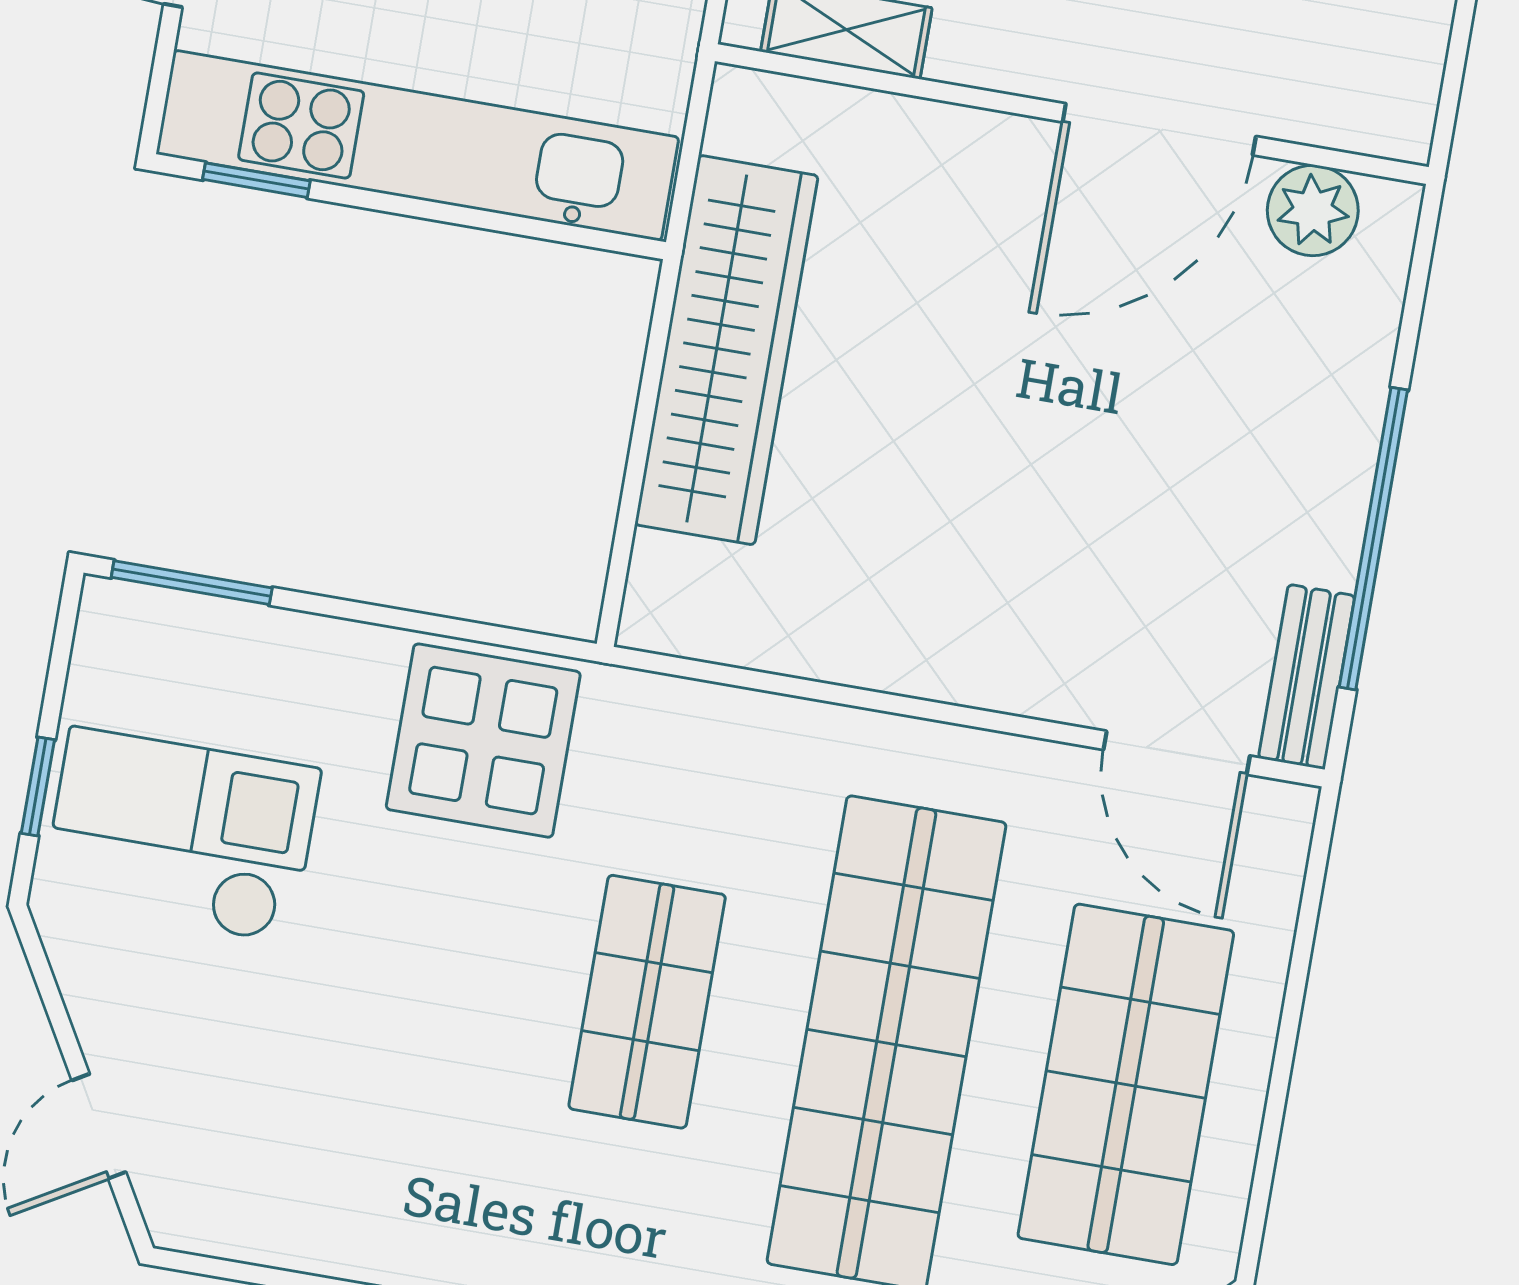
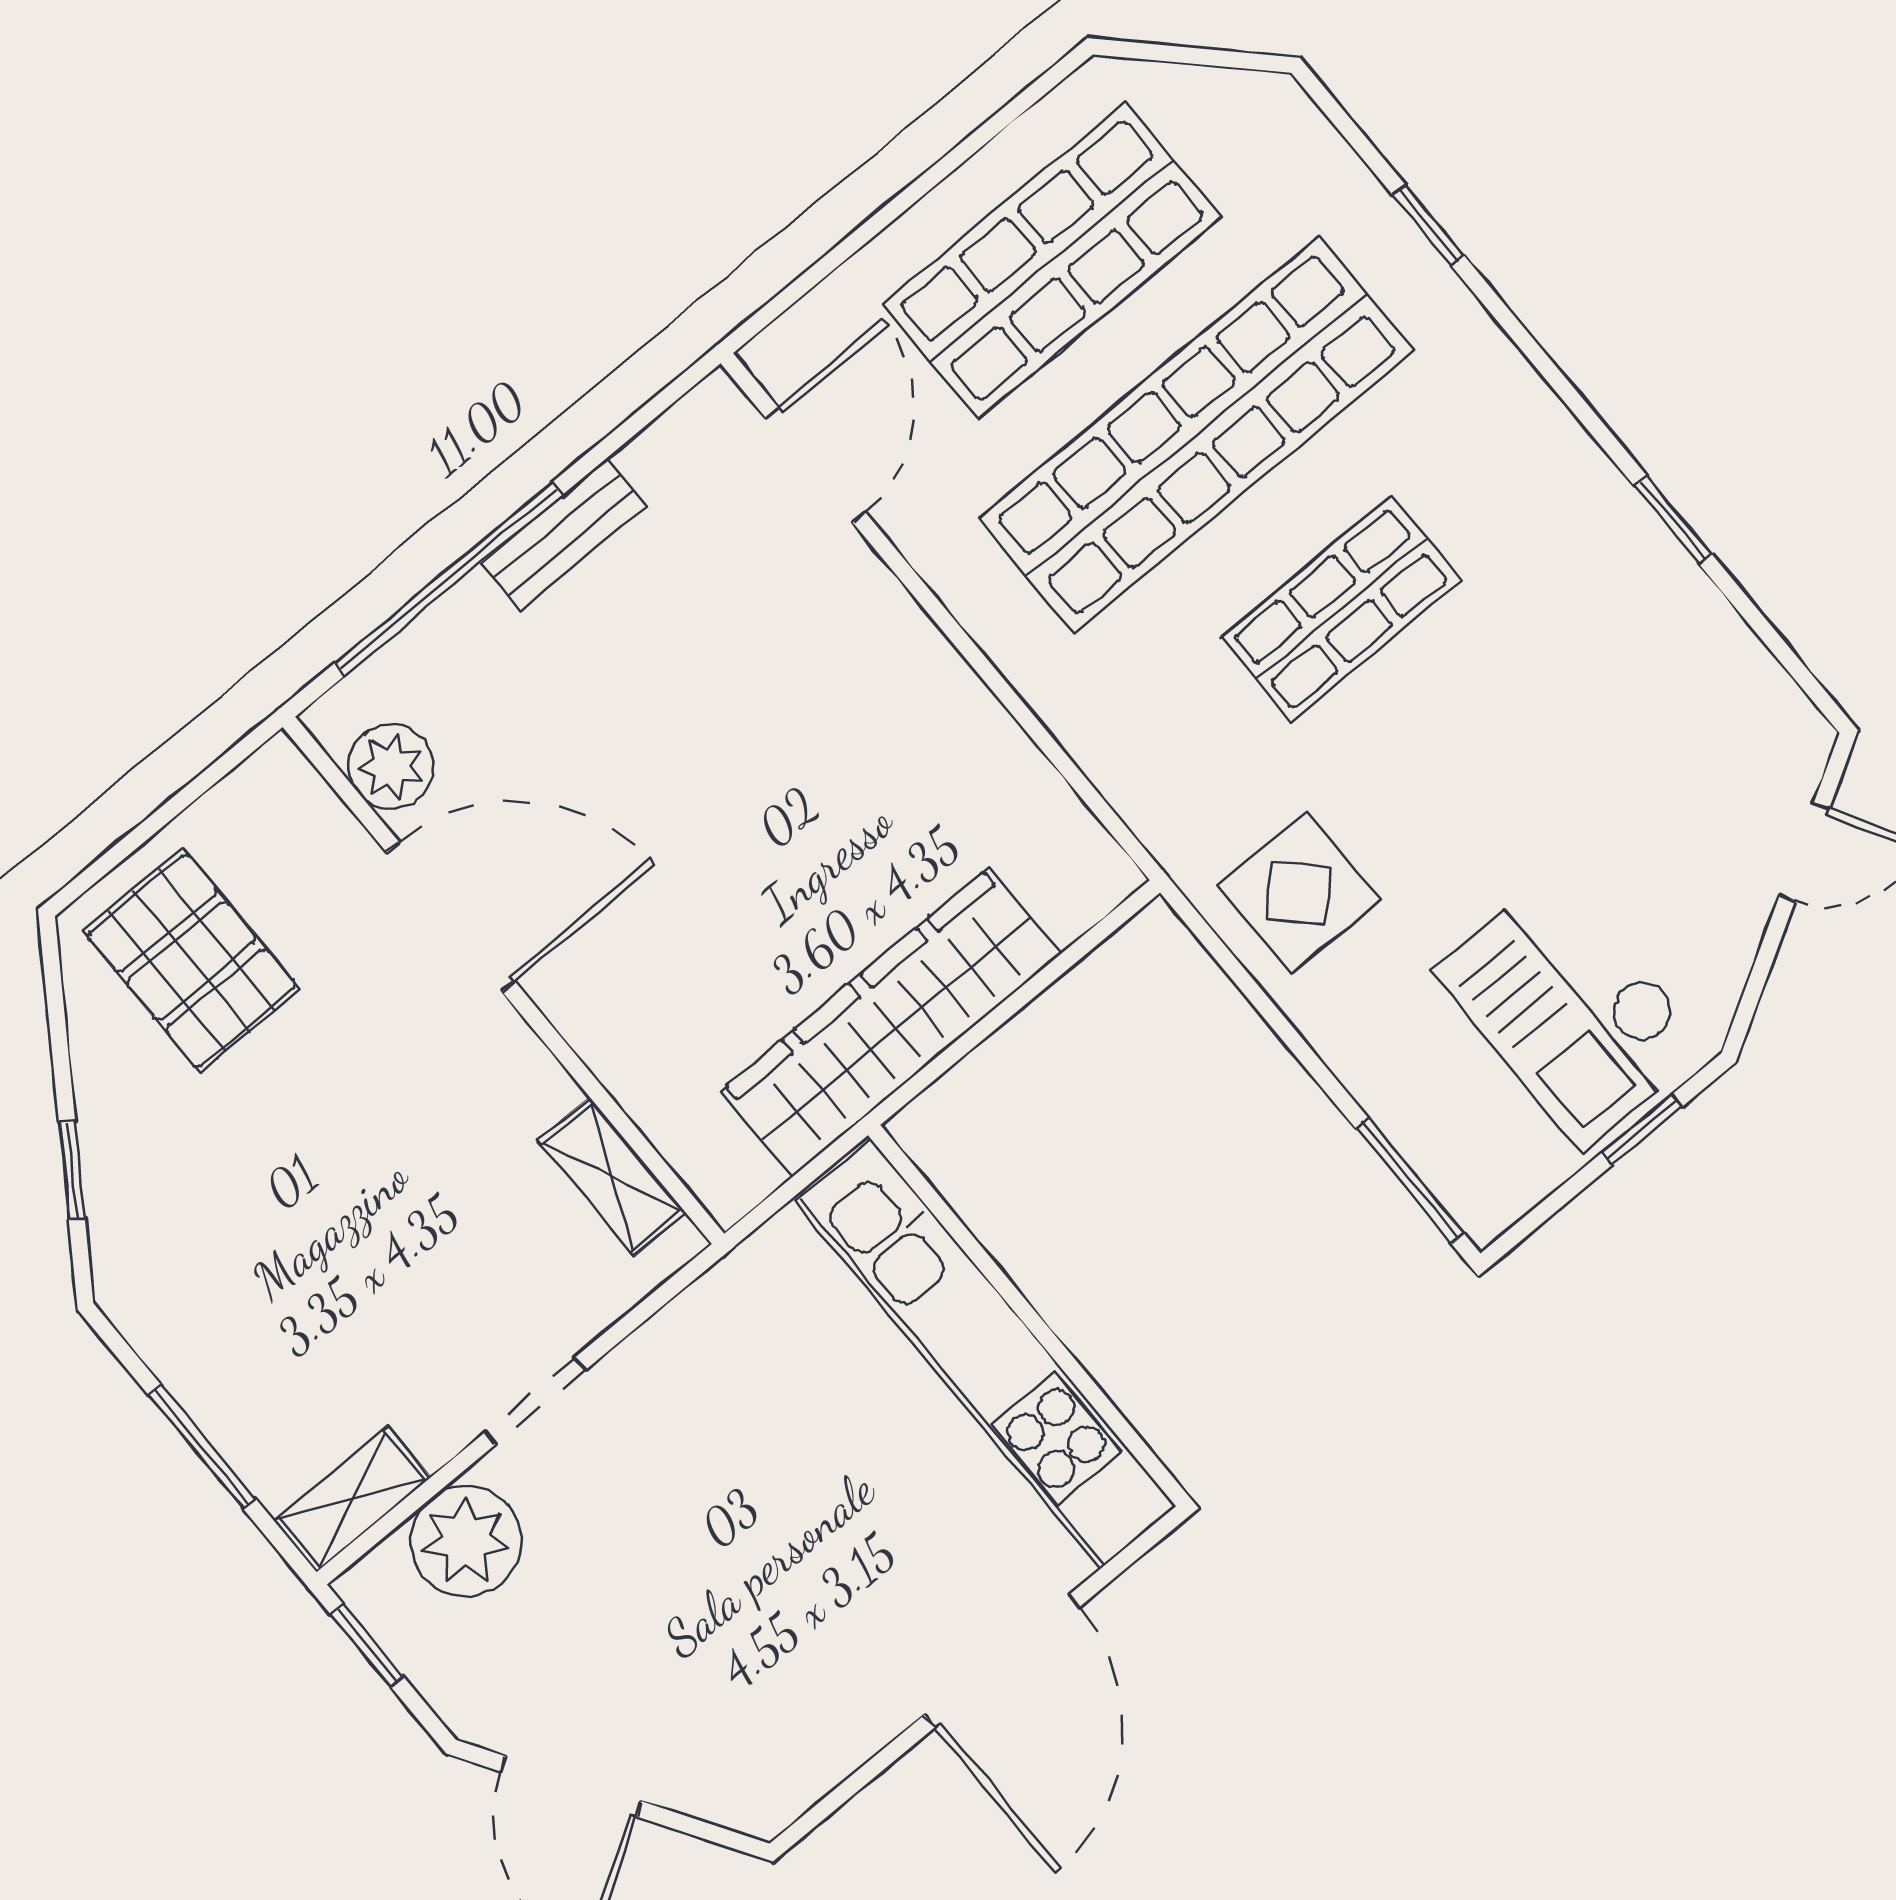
window: (256, 180) -> (1121, 1427), removed
window: (1373, 539) -> (448, 579), moved
bench: (1307, 677) -> (564, 534), moved
display table: (483, 741) -> (1299, 893), width x0.73, depth x0.73

